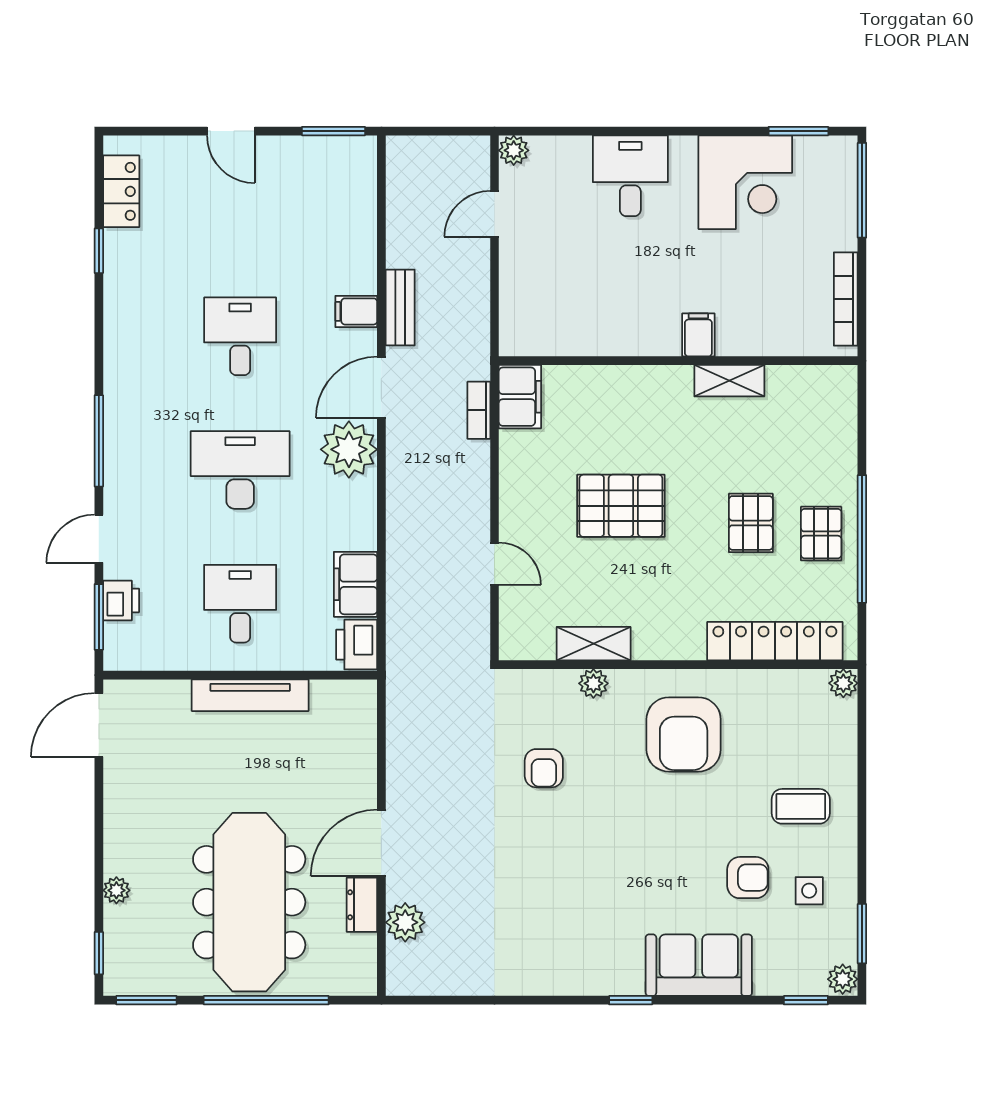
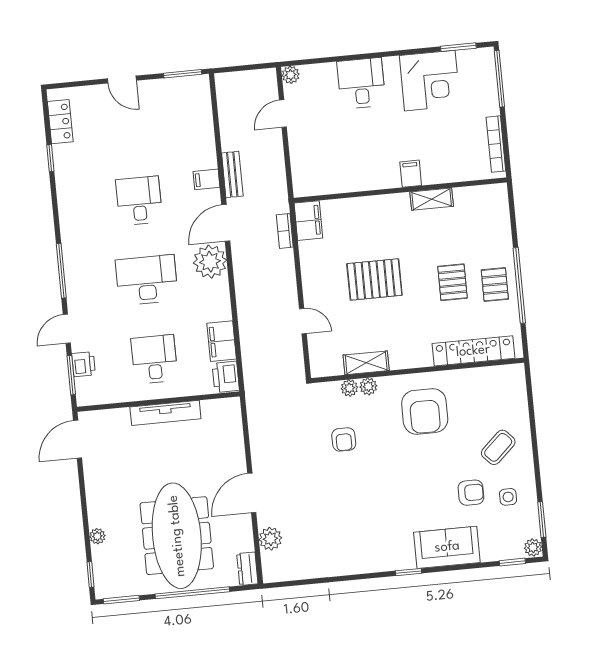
plant: (843, 683) -> (349, 388), moved
coffee table: (801, 806) -> (498, 447), turned -43
dresser: (362, 905) -> (247, 569), moved

